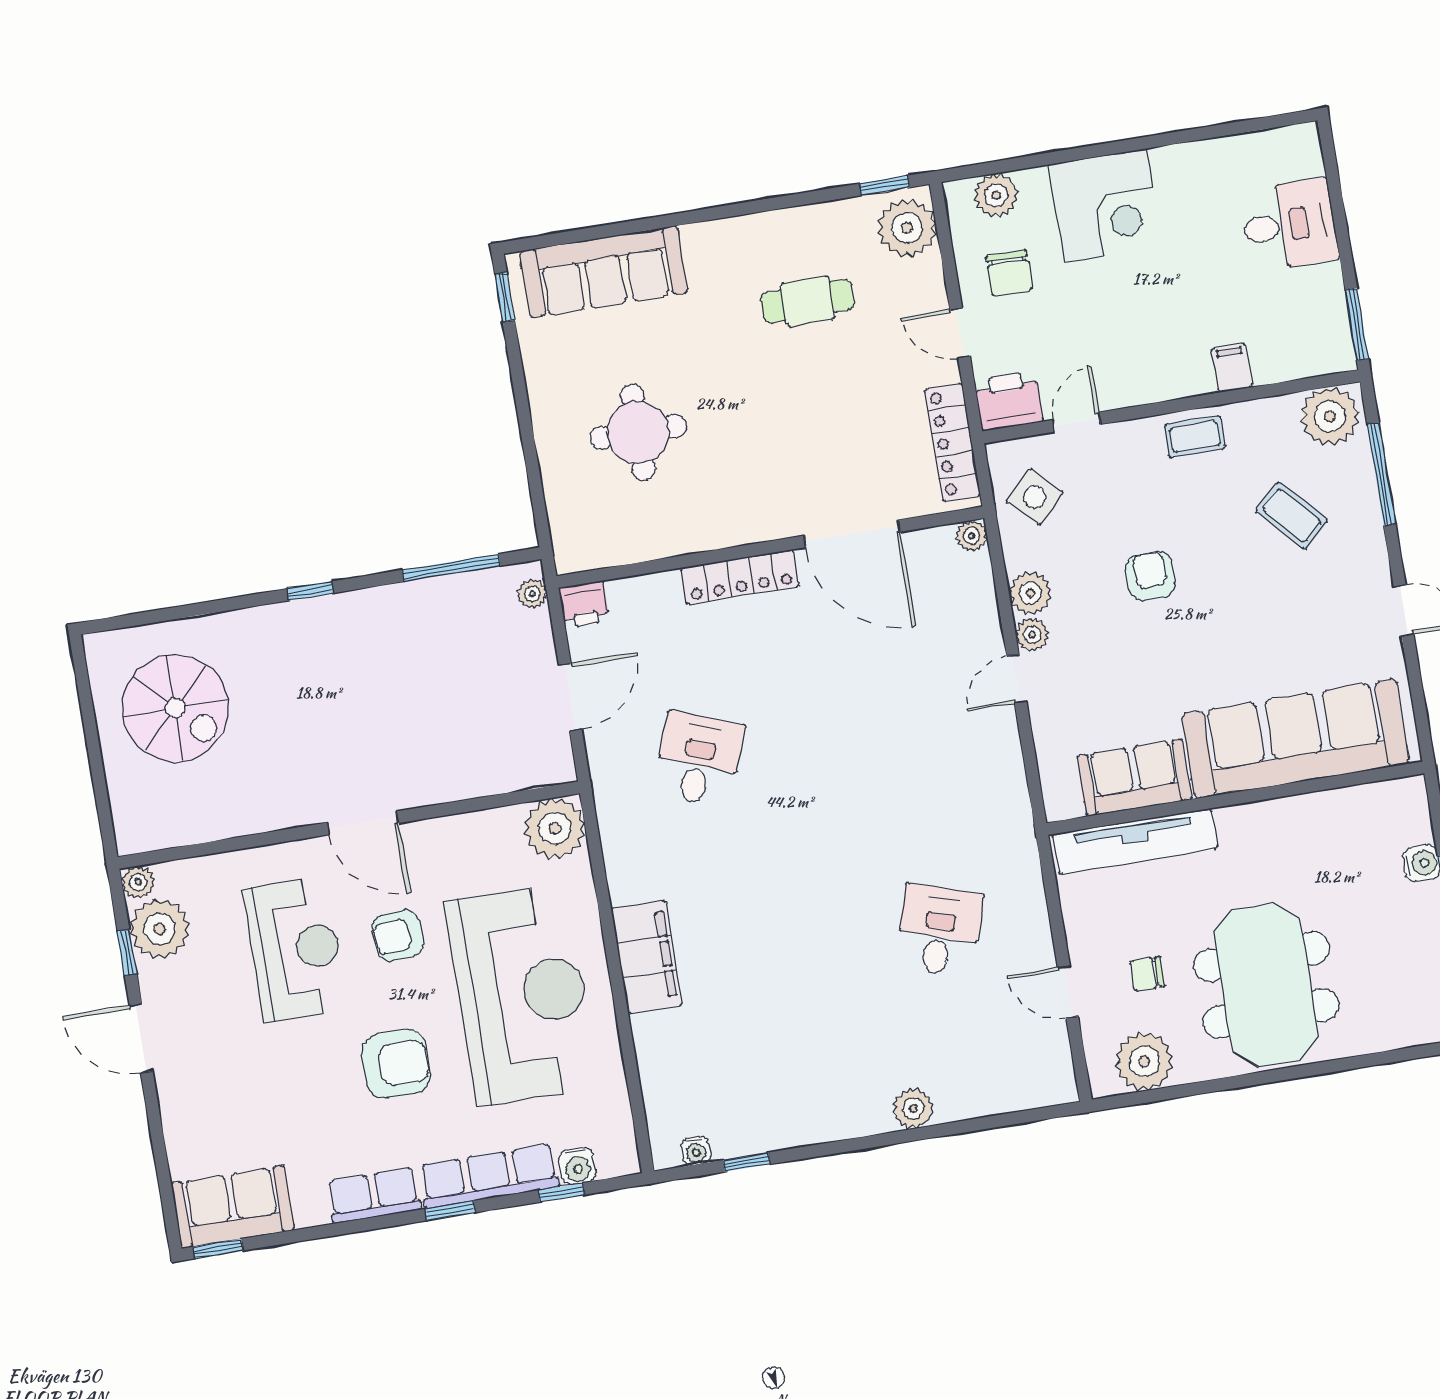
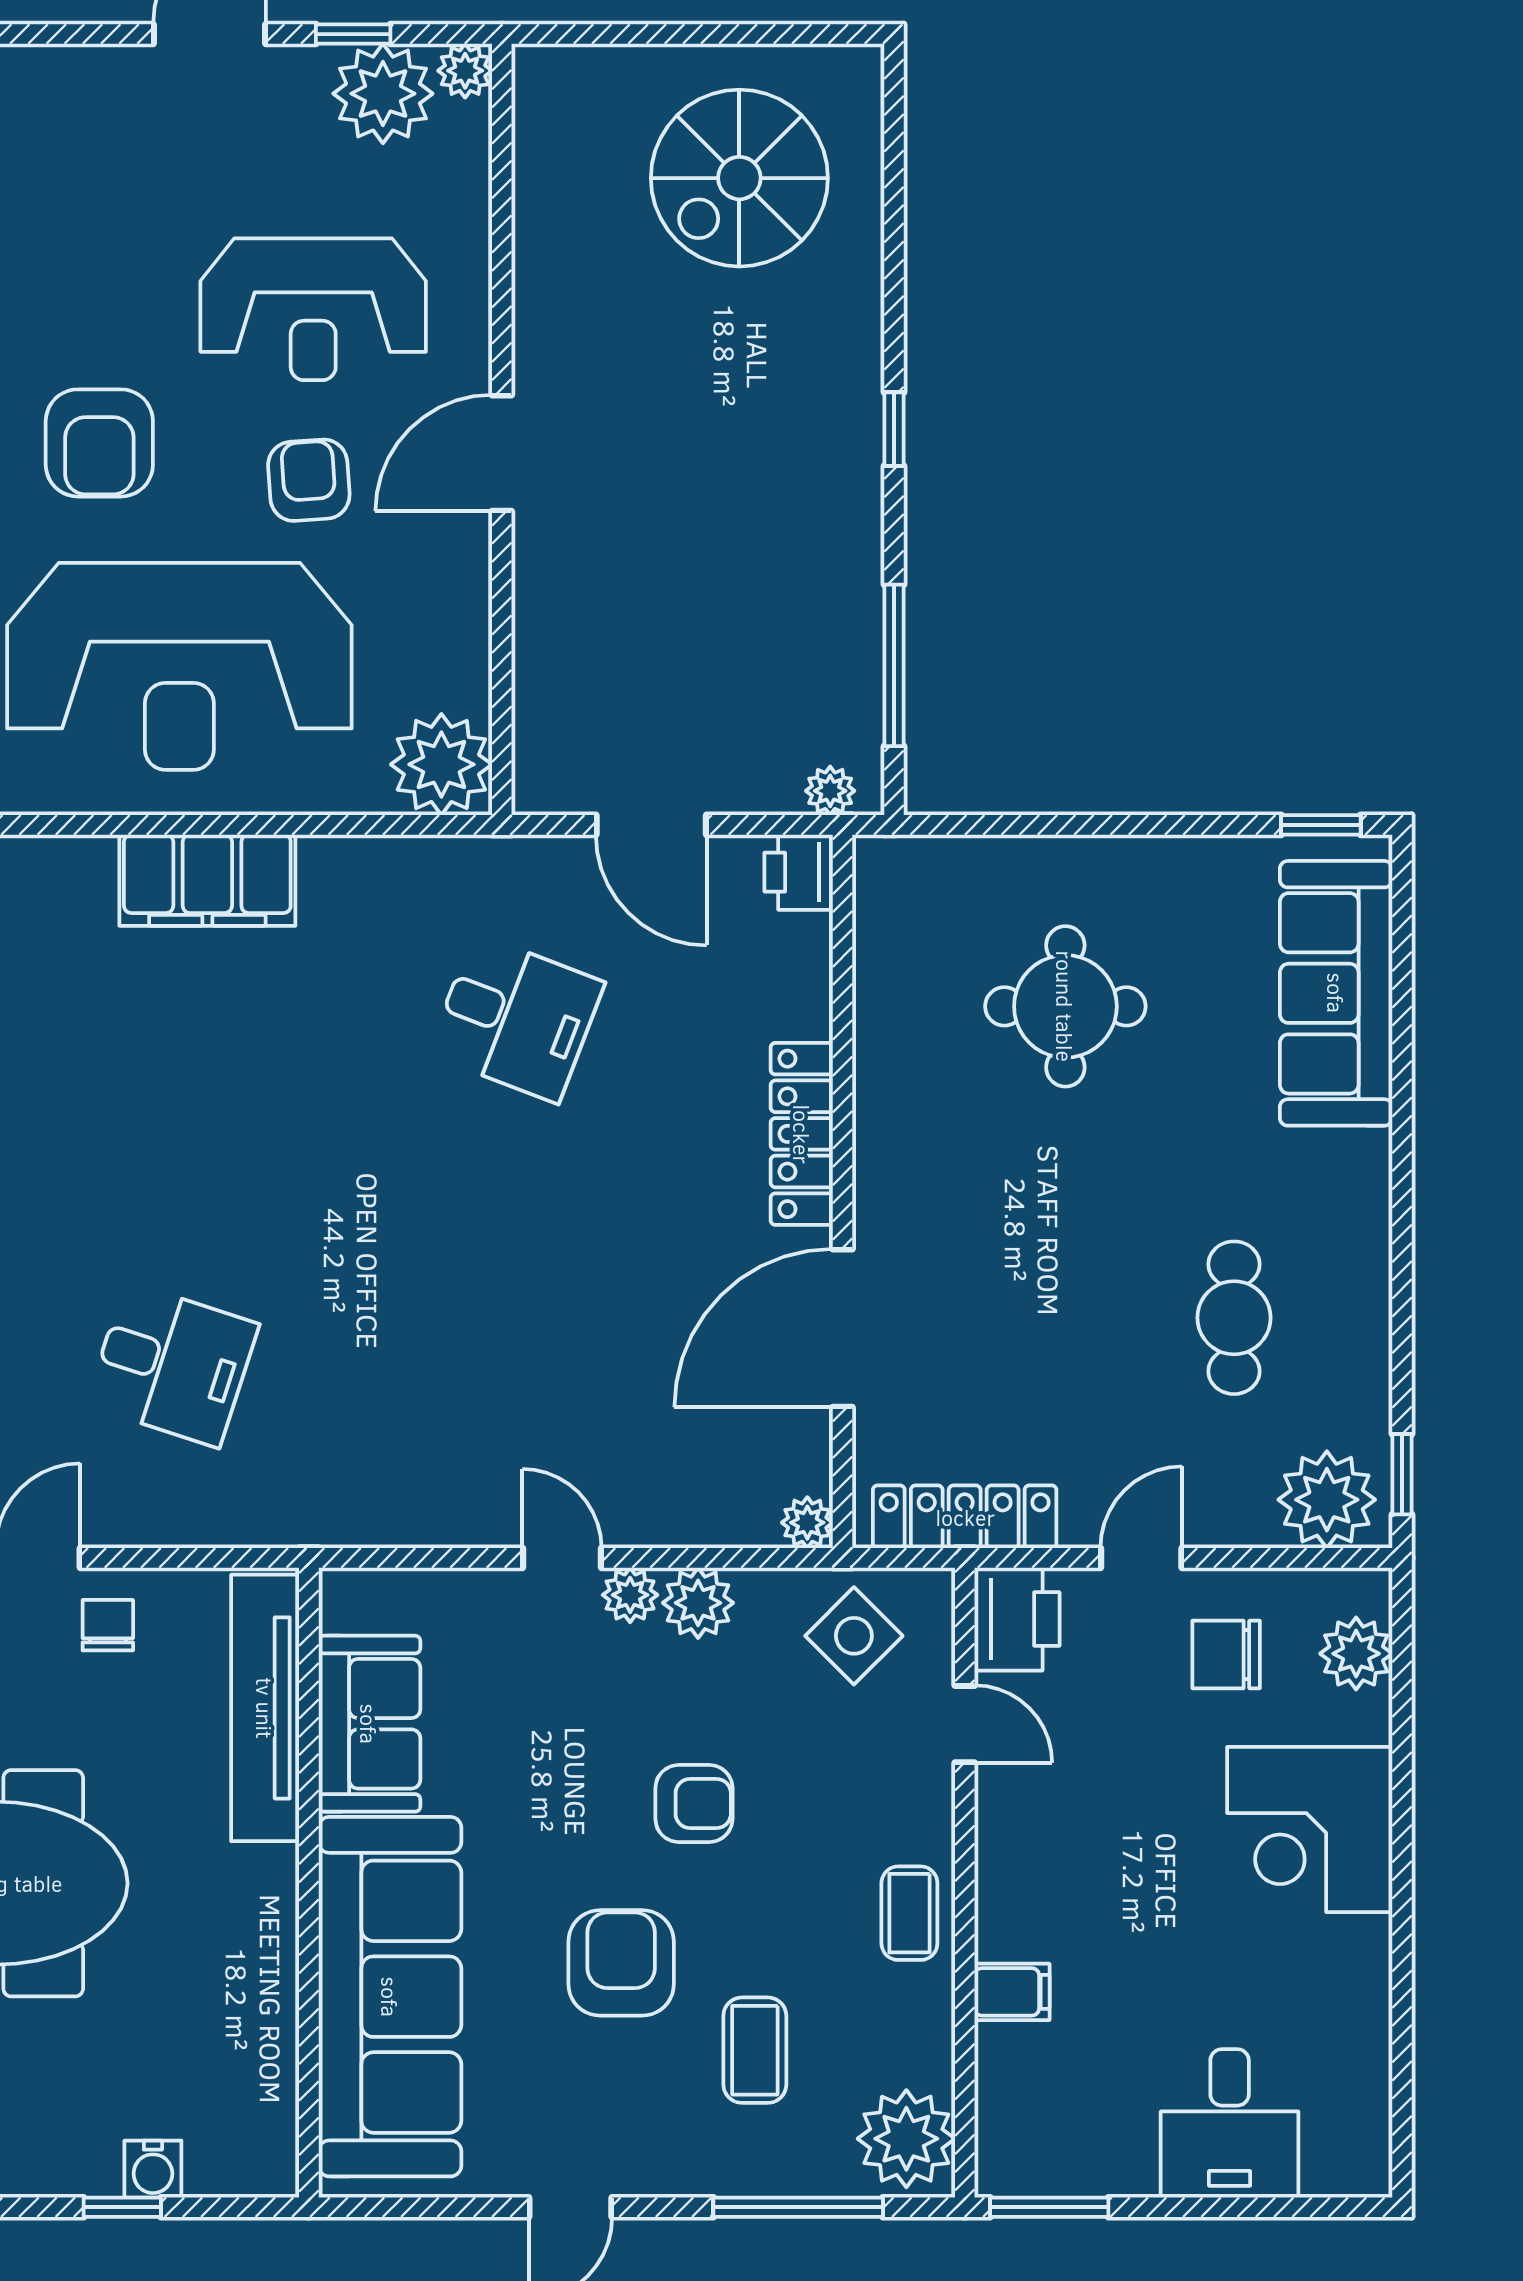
coffee table: (1292, 516) -> (755, 2050), turned -47
armchair: (1253, 604) -> (621, 1963), added
chair: (1147, 974) -> (108, 1625), moved

